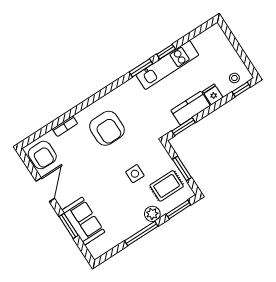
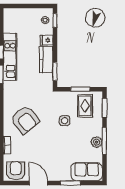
armchair: (107, 128) -> (25, 120), turned 51
armchair: (42, 155) -> (16, 171), turned -90
plant: (152, 214) -> (97, 142), moved
sofa: (83, 221) -> (87, 172), moved

